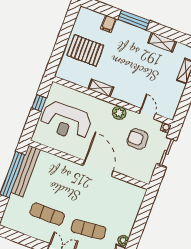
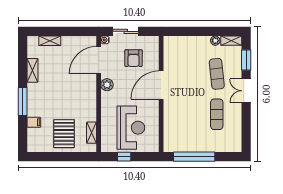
shelving: (101, 88) -> (92, 133), moved
door: (147, 114) -> (99, 60), width x1.87
armchair: (138, 139) -> (134, 58), moved
bench: (26, 171) -> (187, 146), removed

